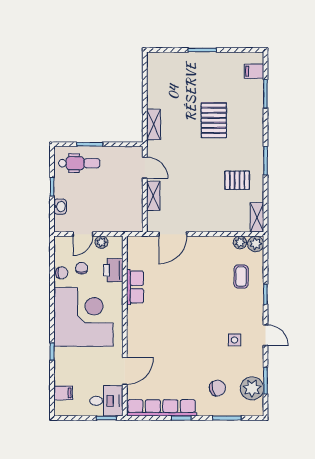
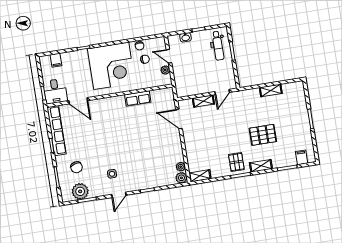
shelving: (154, 125) -> (271, 90), moved
shelving: (257, 130) -> (261, 166), added
pallet: (237, 180) -> (236, 162), moved
printer: (113, 270) -> (147, 81), removed
coffee table: (241, 277) -> (157, 171), removed

